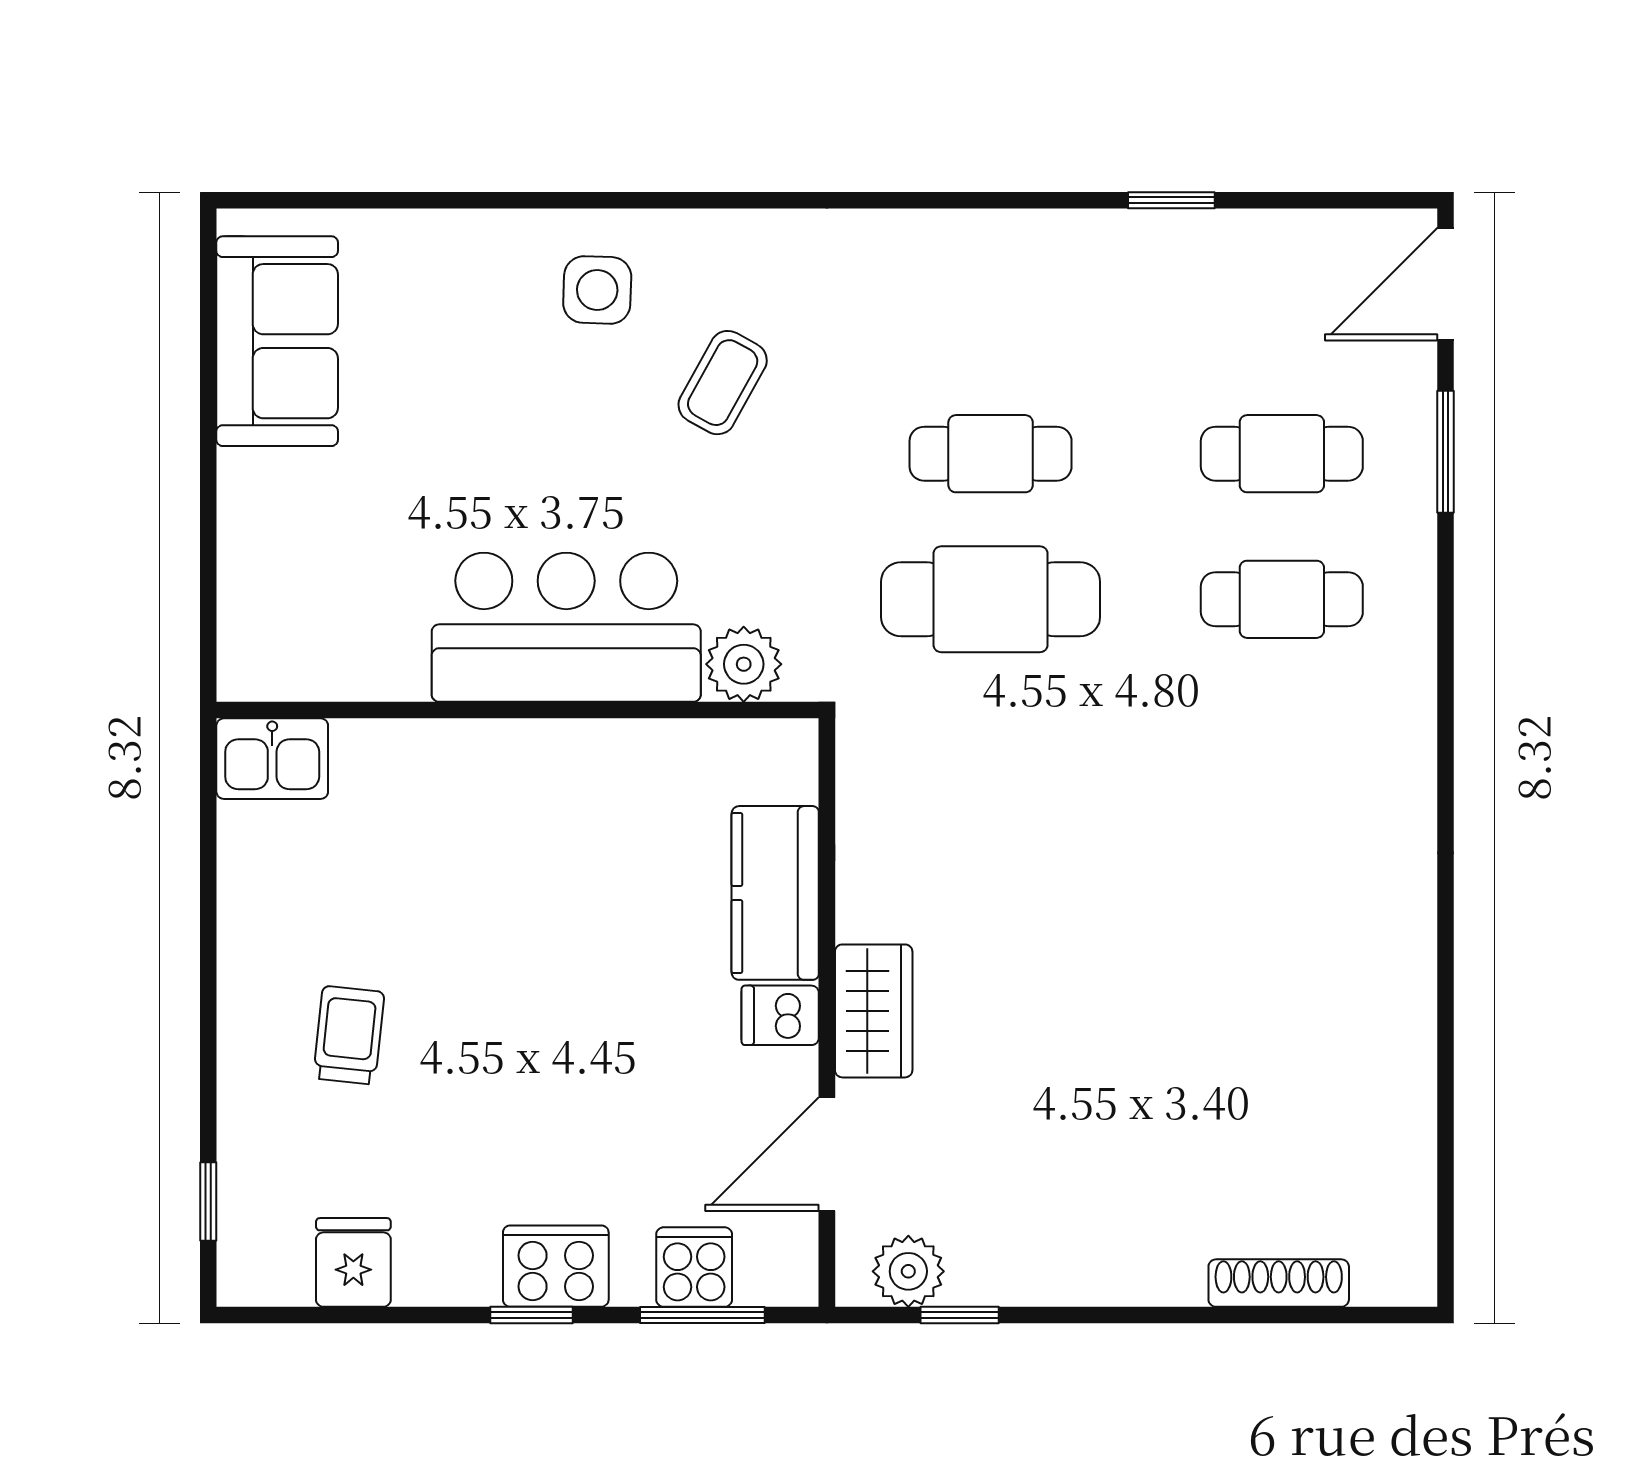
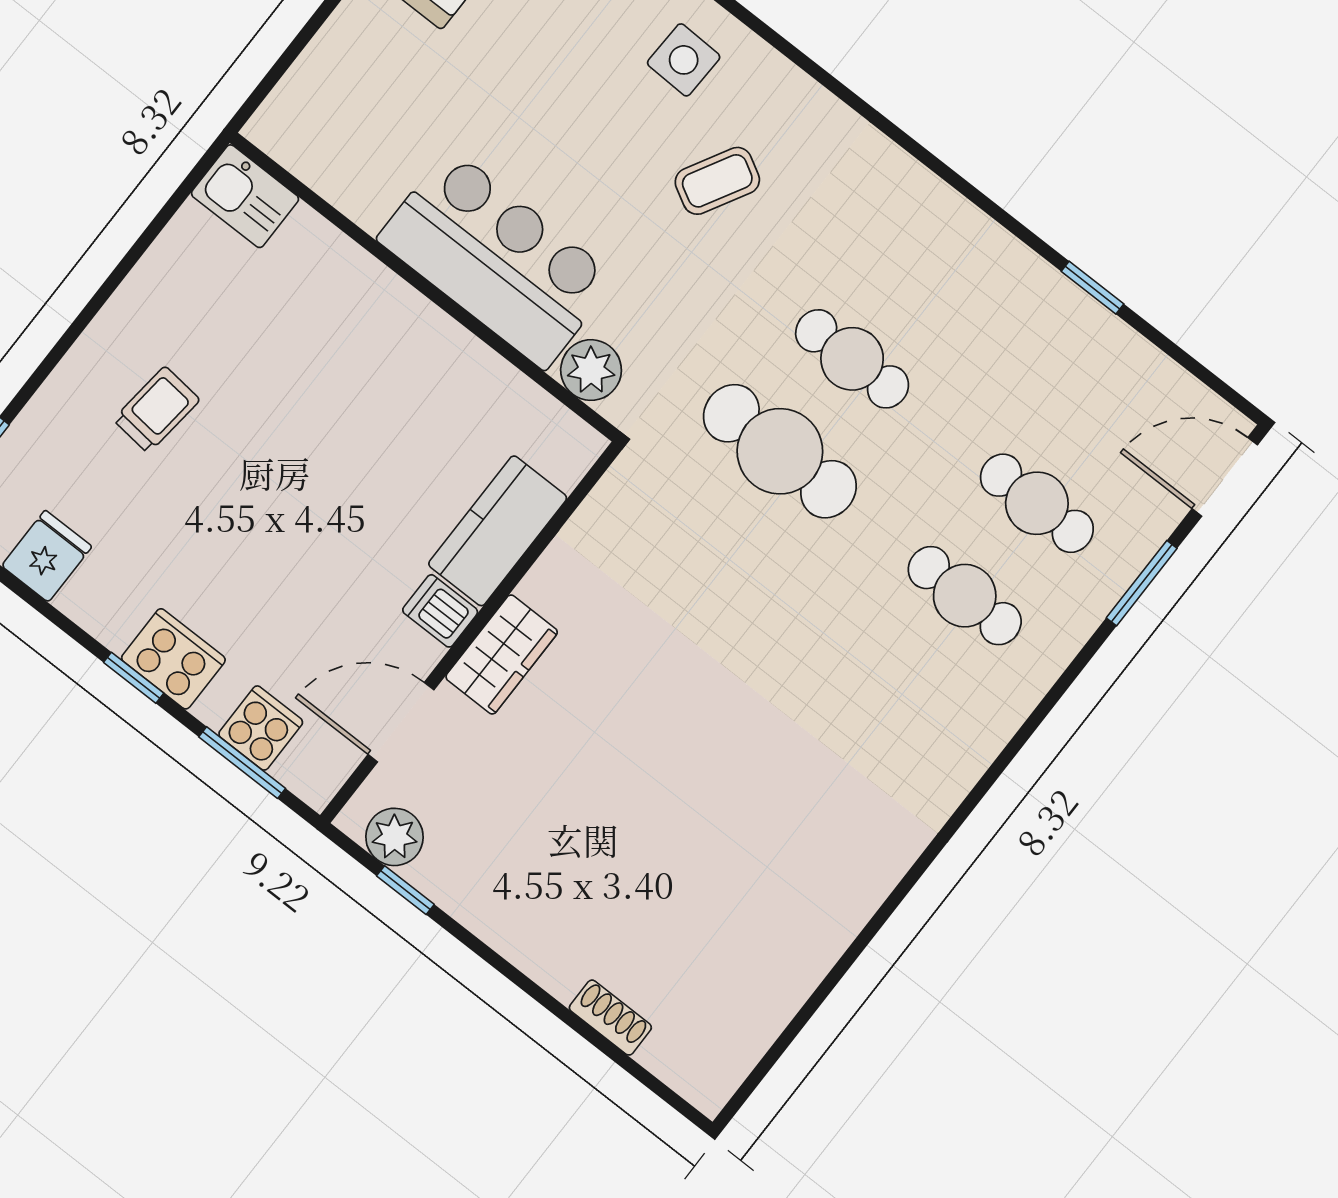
shoe rack: (1279, 1283) -> (610, 1018), width x0.70

